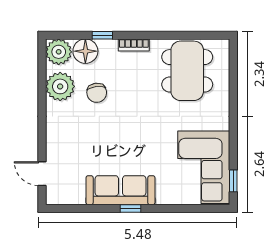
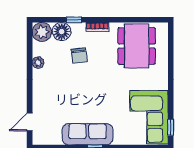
plant: (60, 86) -> (38, 63), width x0.53, depth x0.53
chair: (97, 93) -> (79, 56), moved
door: (42, 174) -> (30, 122), hinge flipped

